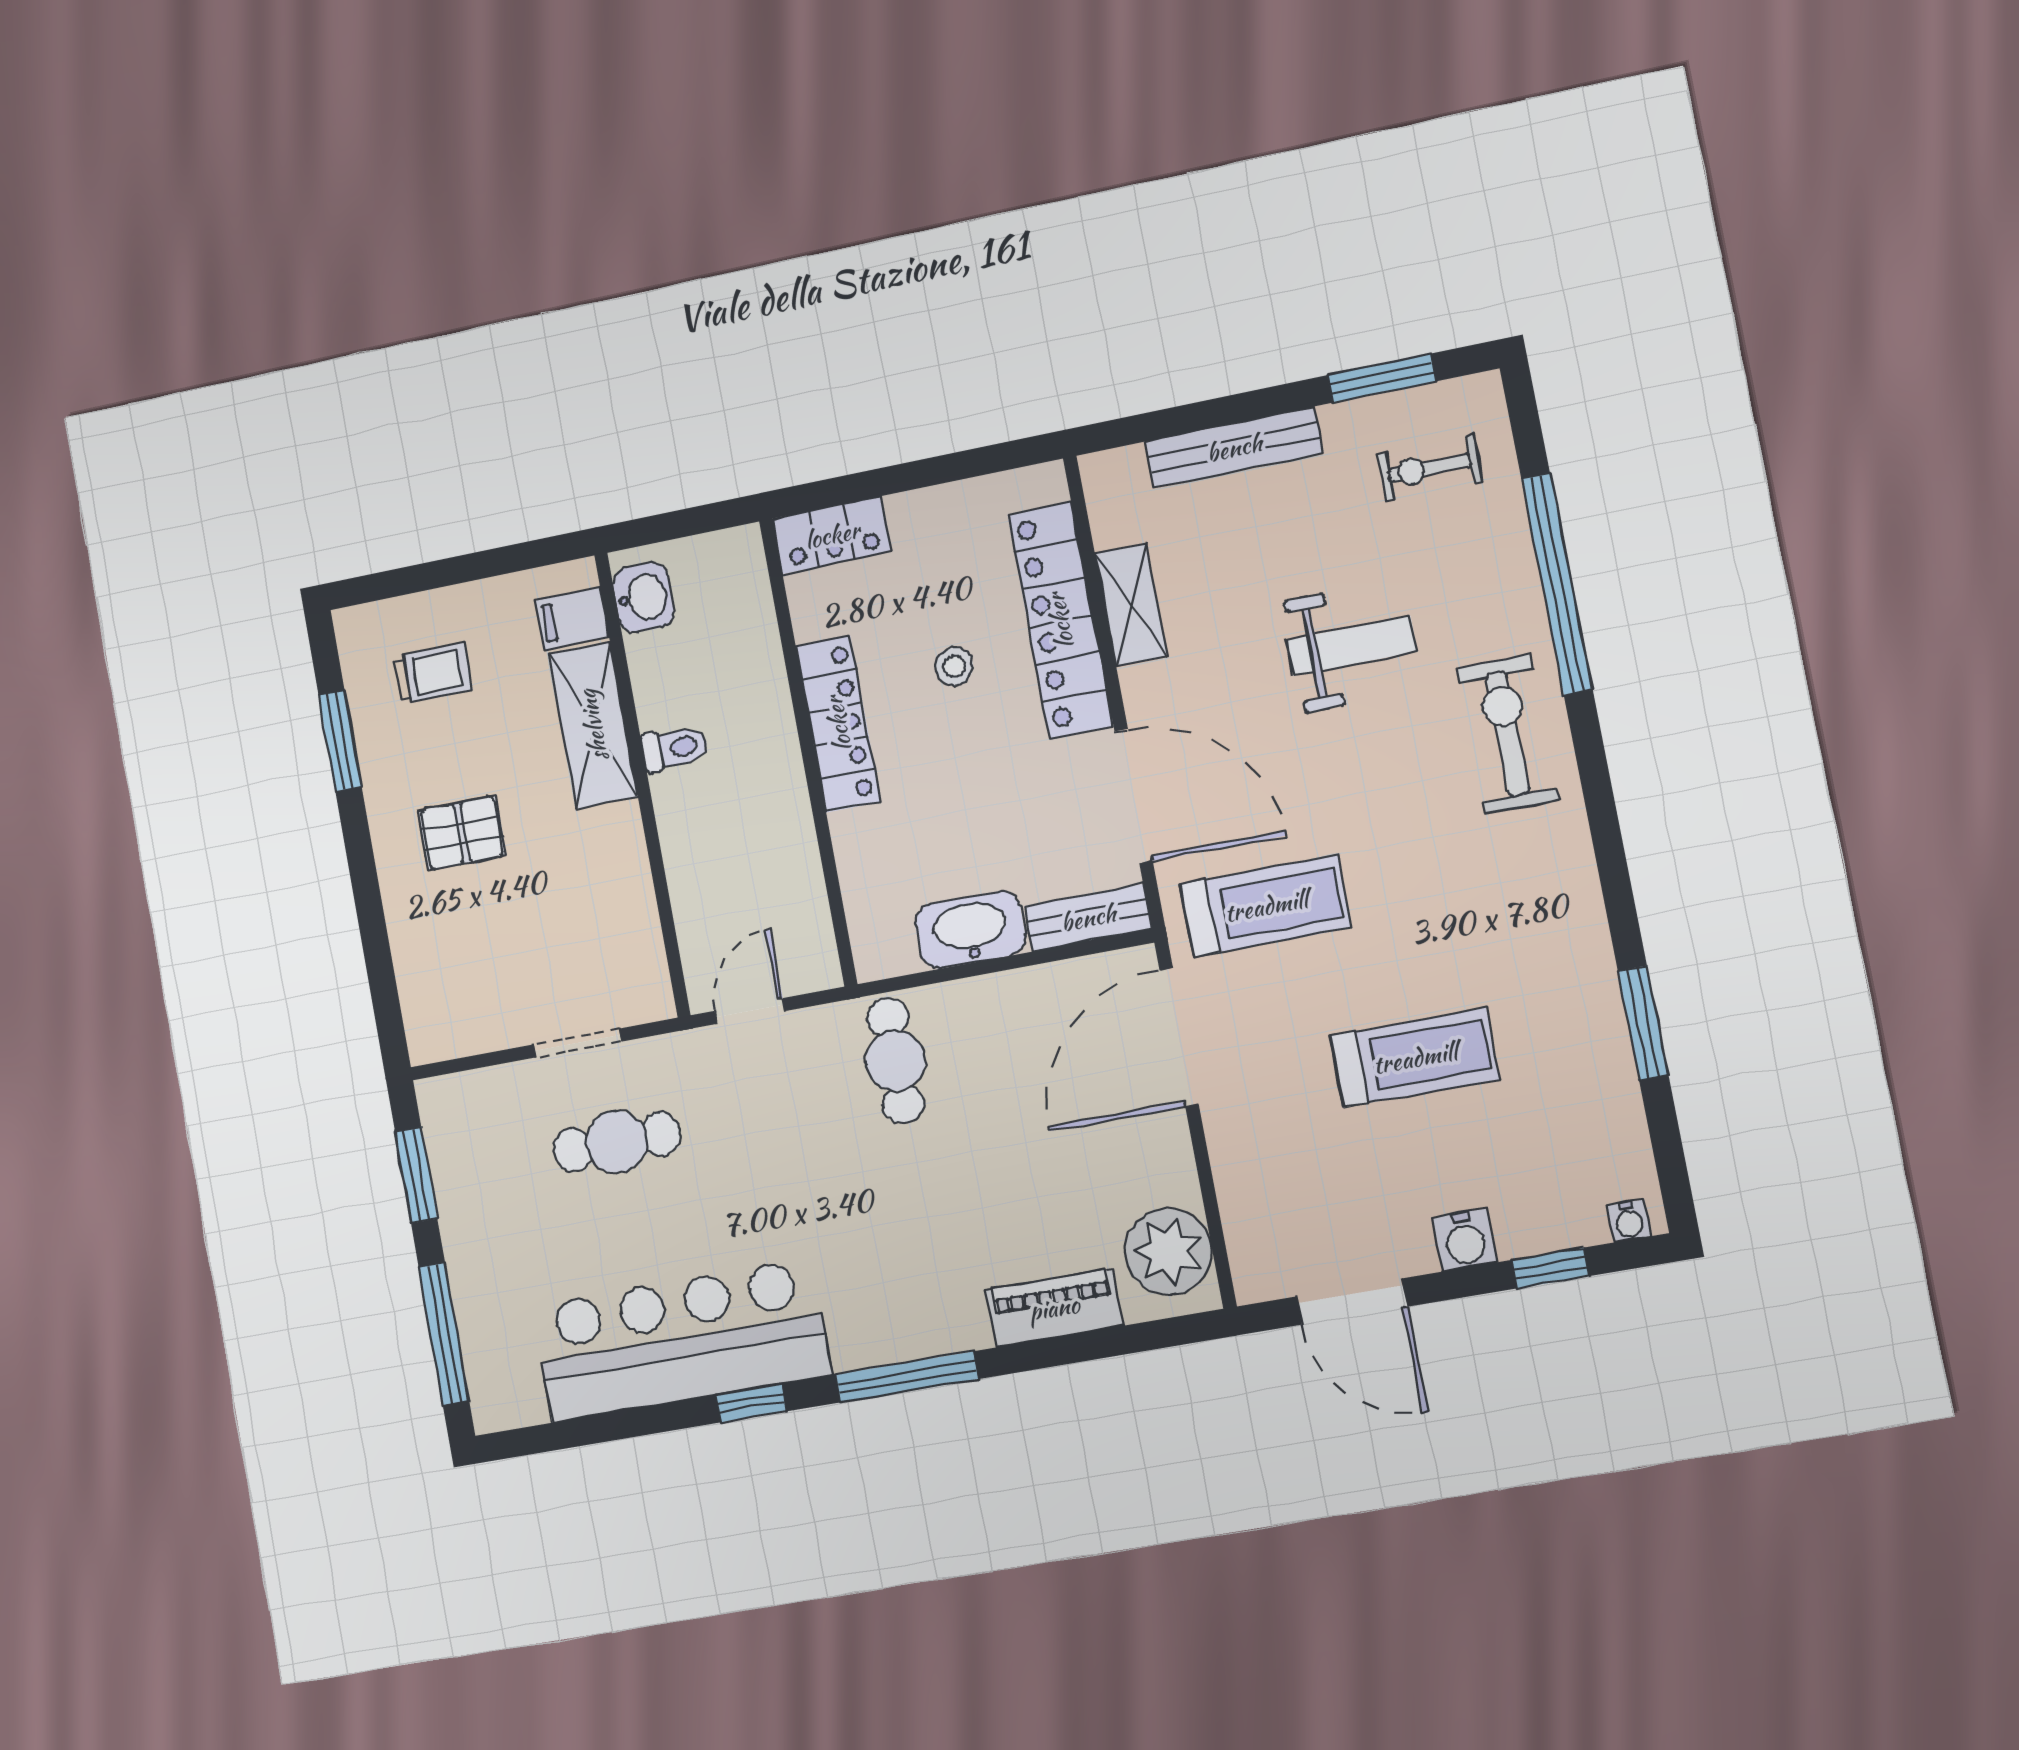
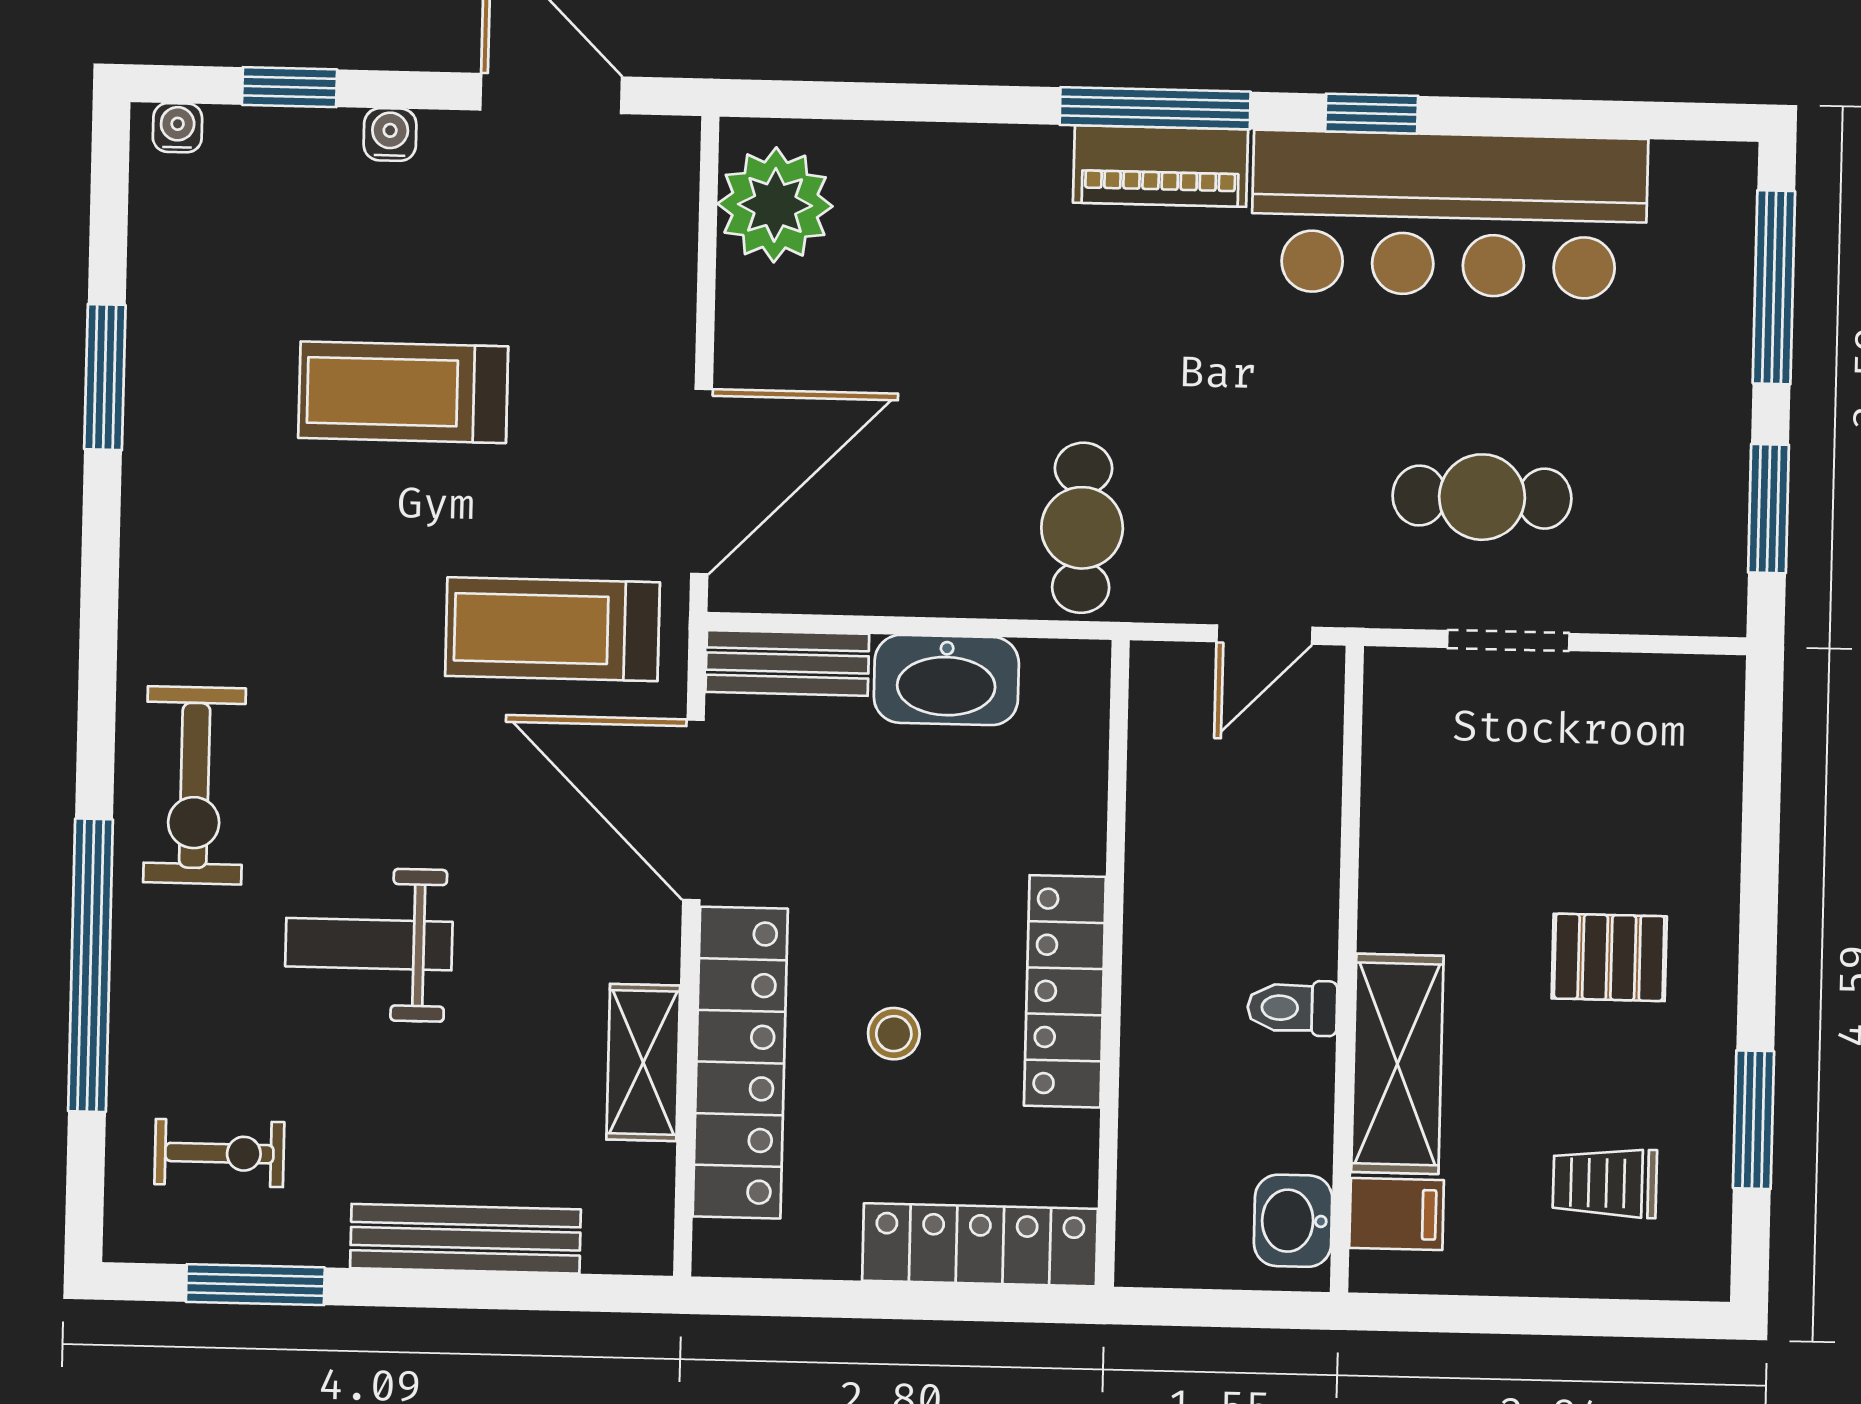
locker: (832, 535) -> (980, 1245), width x1.53
water cooler: (1465, 1240) -> (390, 135), width x0.72, depth x0.72
piano: (1054, 1308) -> (1161, 166), moved

